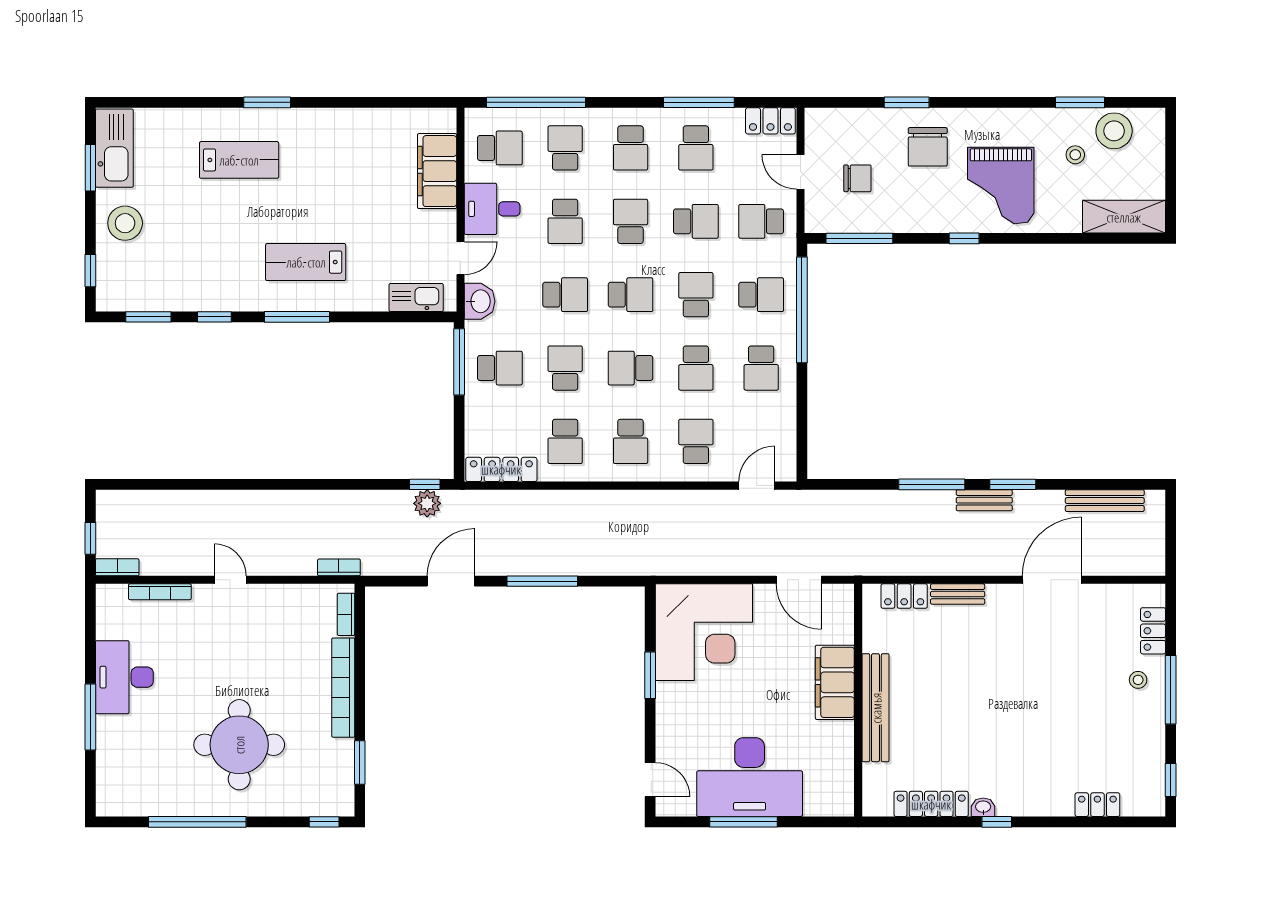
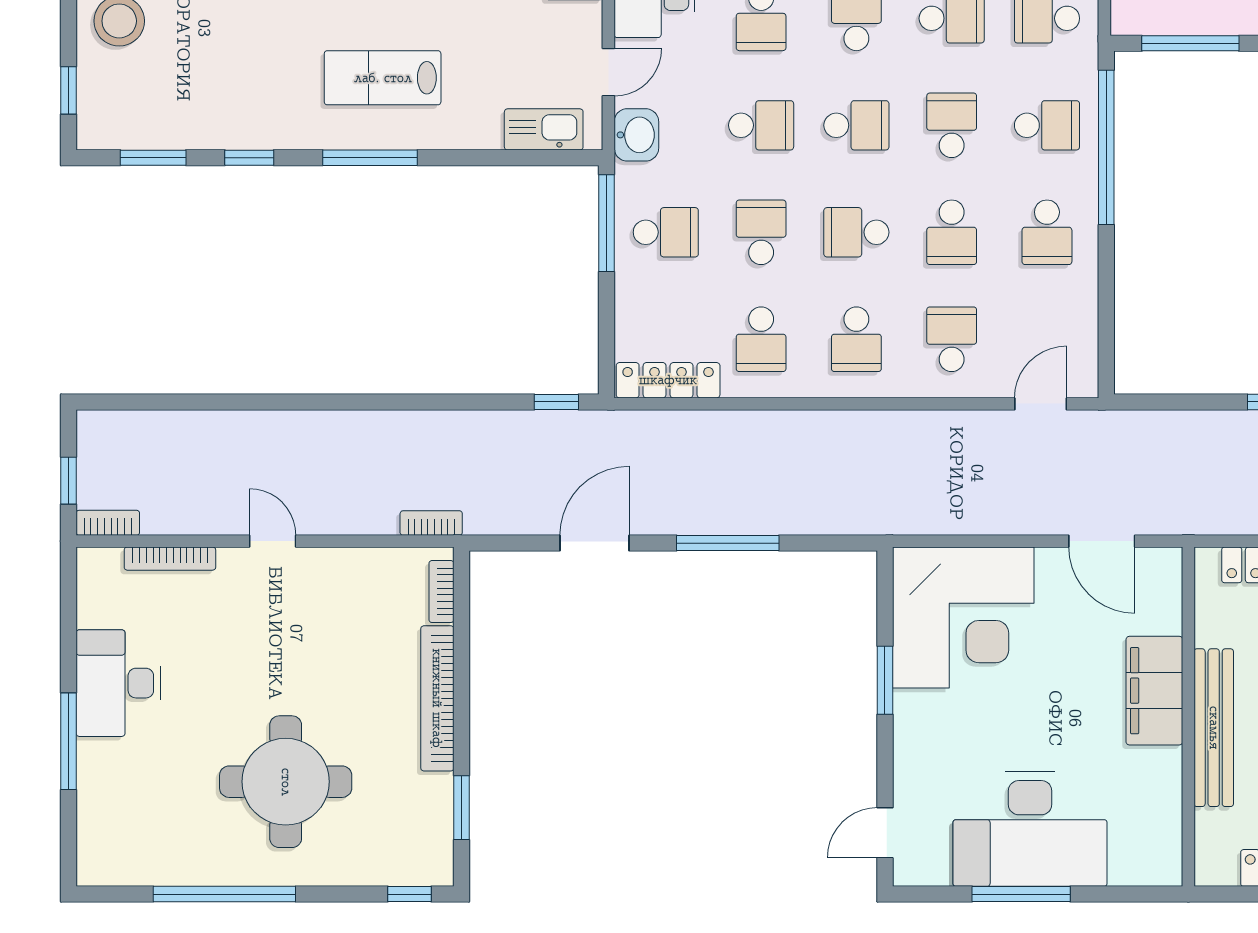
plant: (427, 503) -> (560, 430), removed
door: (650, 780) -> (885, 833), swing flipped

